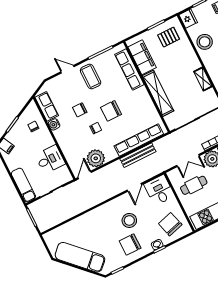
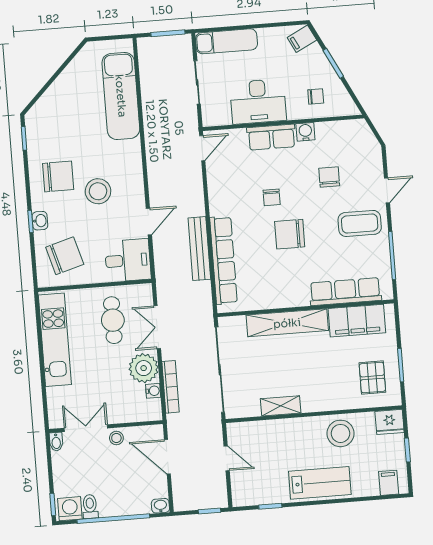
row of seats: (47, 106) -> (271, 137), moved
chair: (80, 110) -> (329, 177), moved
chair: (111, 111) -> (290, 234), turned -90
plant: (96, 158) -> (222, 178), removed
desk: (50, 159) -> (258, 102), width x1.37
door: (85, 175) -> (202, 148), hinge flipped
door: (134, 187) -> (149, 221), swing flipped
chair: (130, 244) -> (58, 176), turned 90
exam couch: (80, 257) -> (121, 96), moved, turned 135

